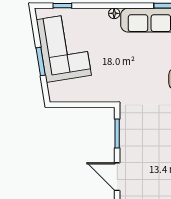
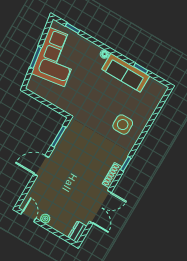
door: (117, 177) -> (41, 166), hinge flipped

